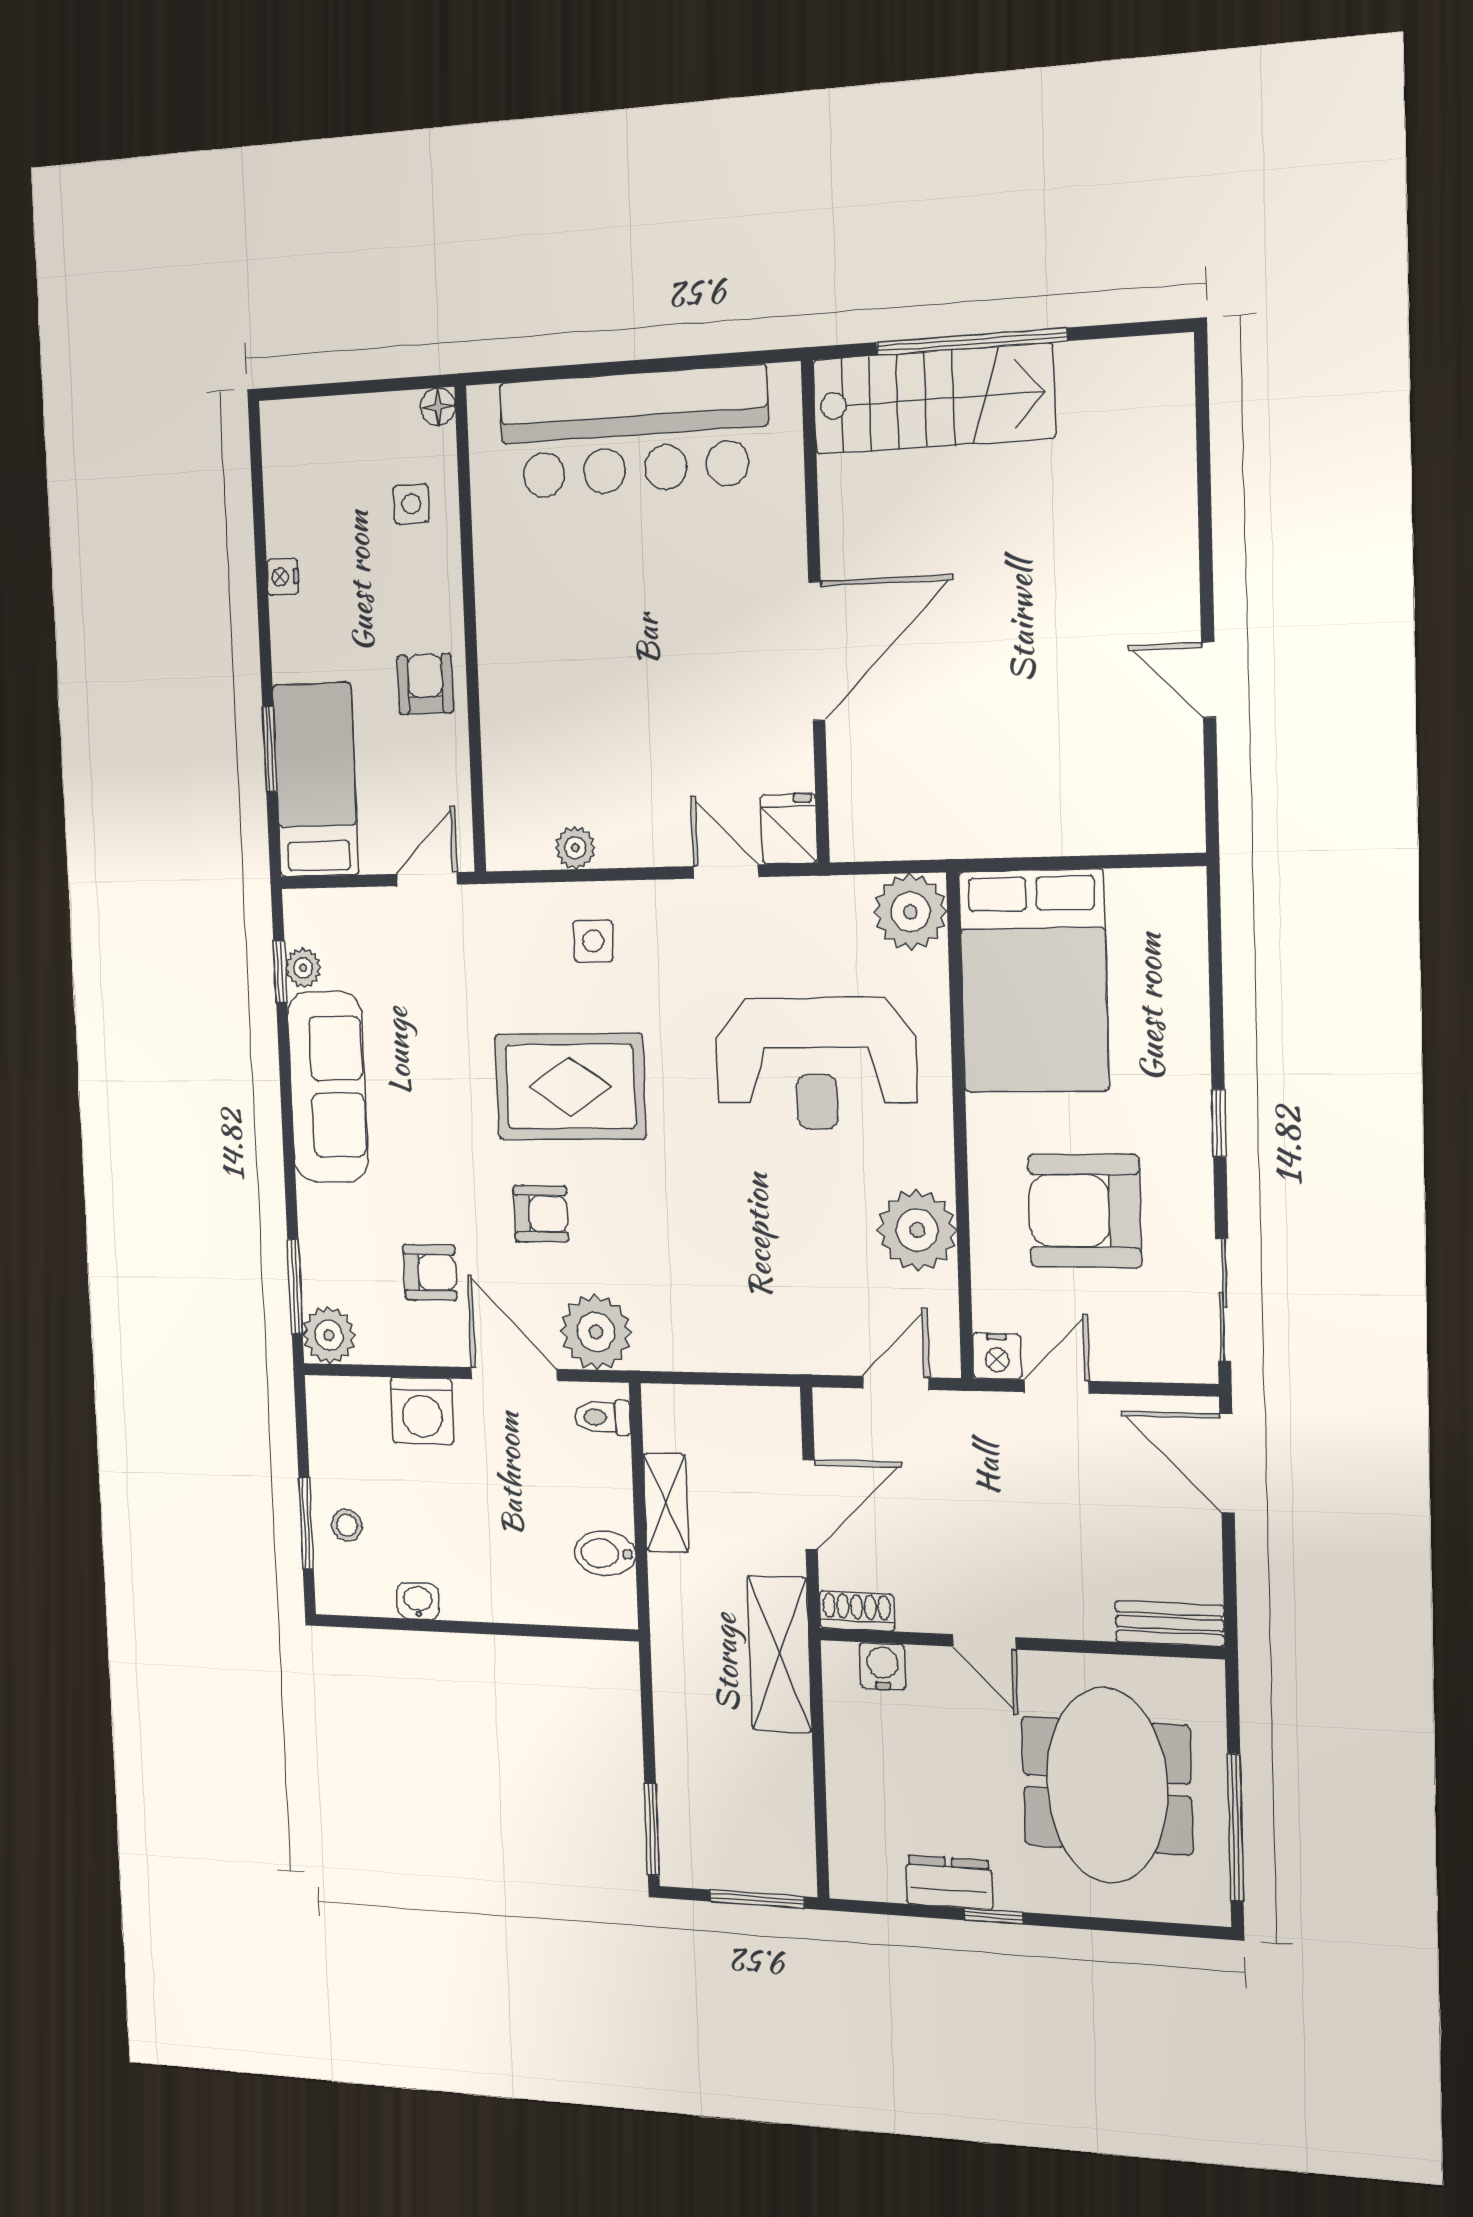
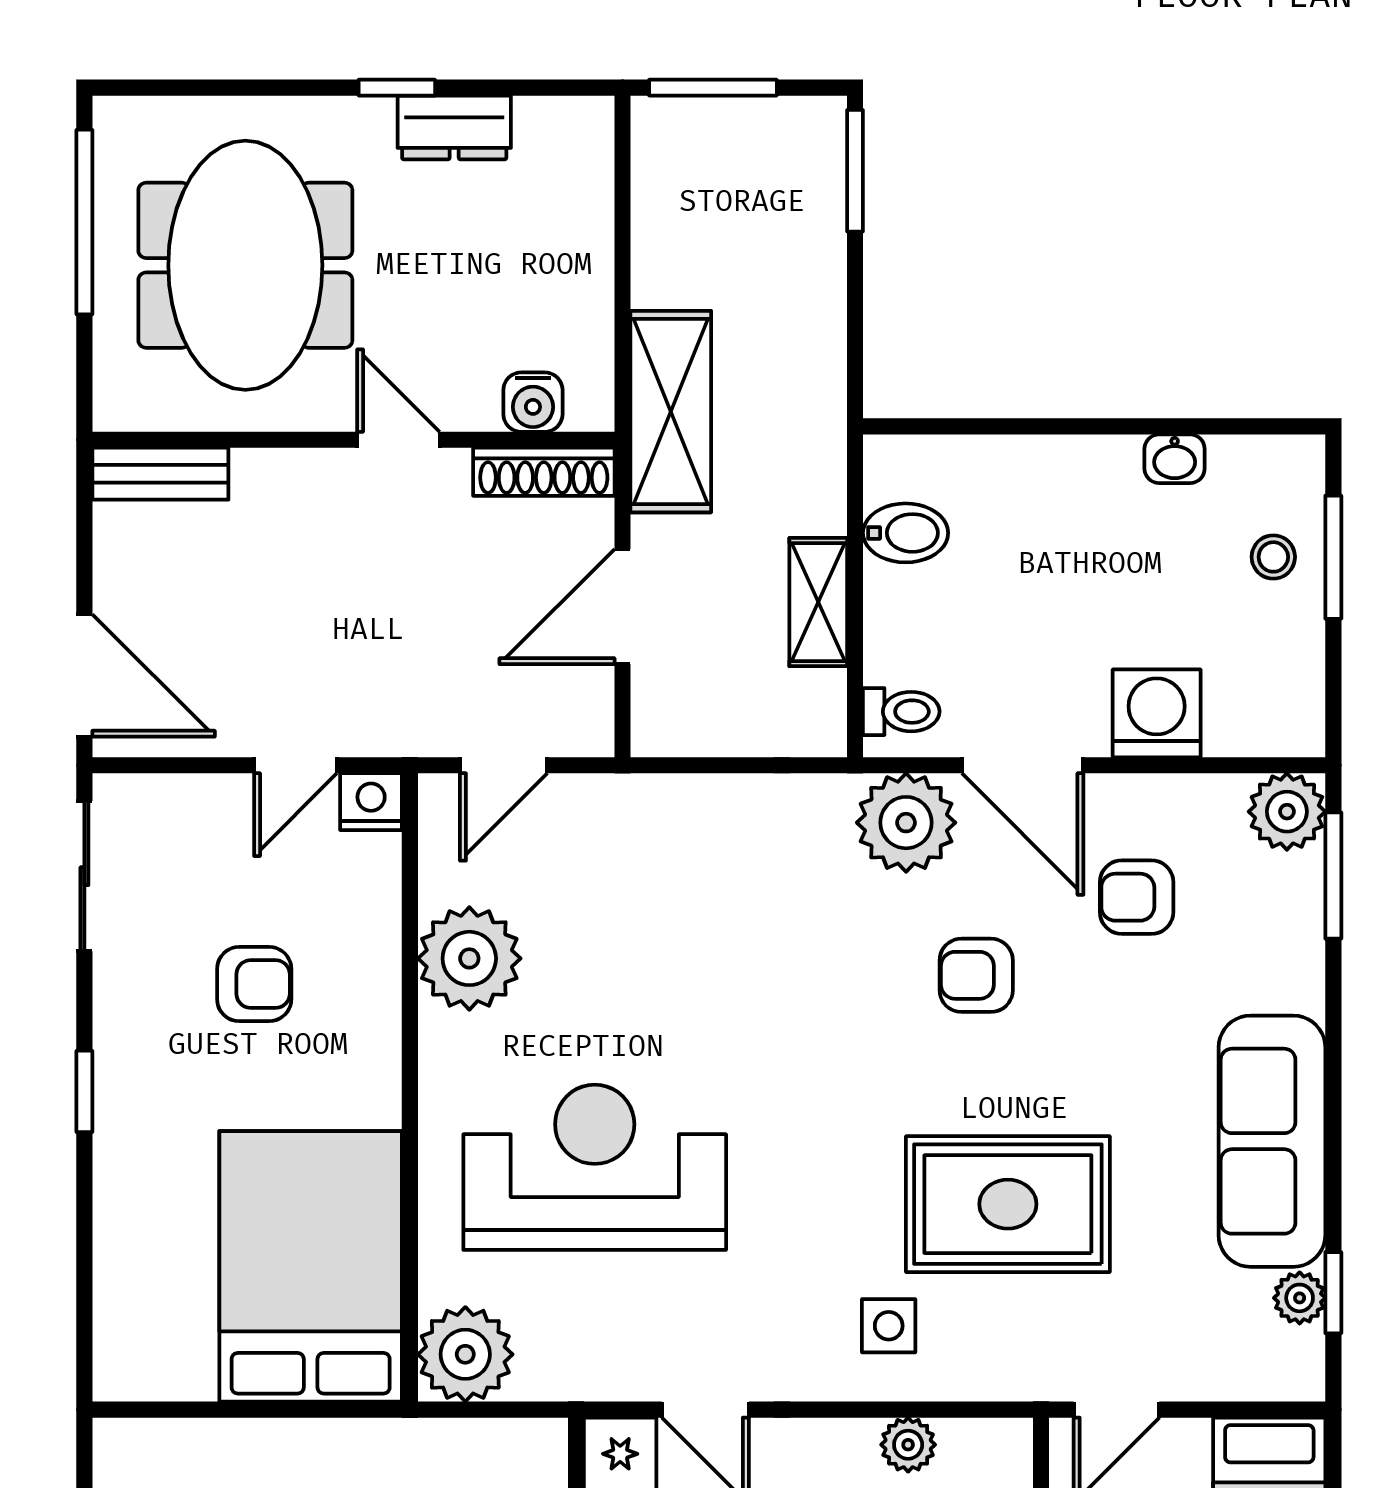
rug: (570, 1087) -> (1008, 1204), moved
armchair: (1085, 1211) -> (254, 984), width x0.53, depth x0.53
shoe rack: (857, 1611) -> (544, 472), width x1.43

